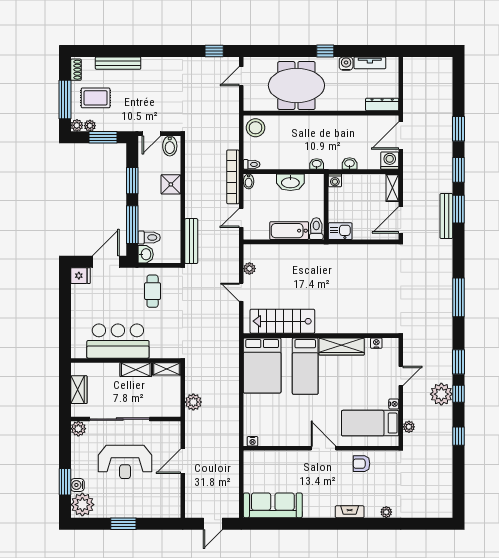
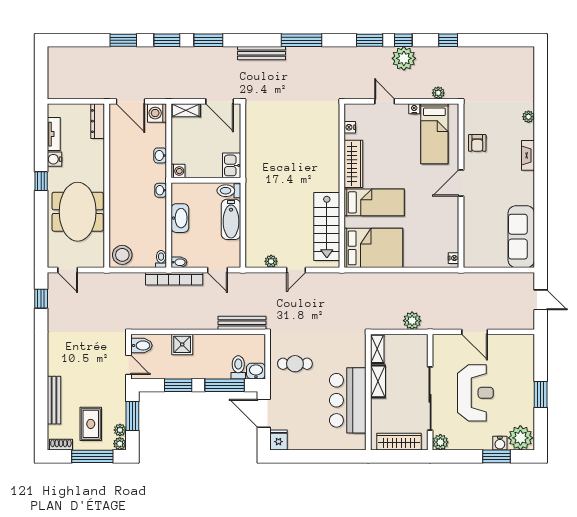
bench: (446, 216) -> (261, 53), moved
wardrobe: (79, 390) -> (399, 442), width x1.50

